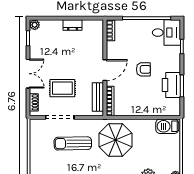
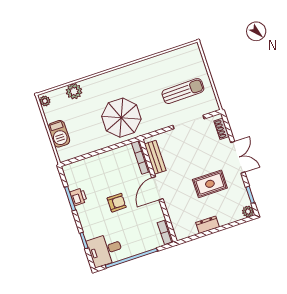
armchair: (143, 69) -> (117, 203), turned 180
double door: (28, 74) -> (238, 157), swing flipped
printer: (171, 85) -> (78, 197), width x0.53, depth x0.68
rug: (62, 88) -> (210, 184), moved
barbecue: (167, 126) -> (59, 134), moved, turned 90
sun lounger: (73, 143) -> (183, 91), moved

